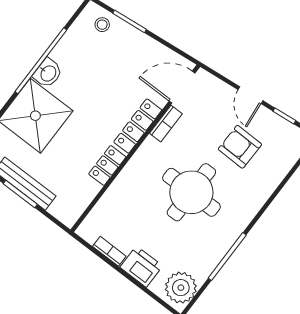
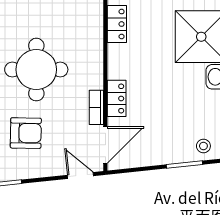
door: (250, 95) -> (80, 175), moved
locker: (138, 126) -> (117, 98), width x0.66
locker: (107, 165) -> (117, 24), moved

